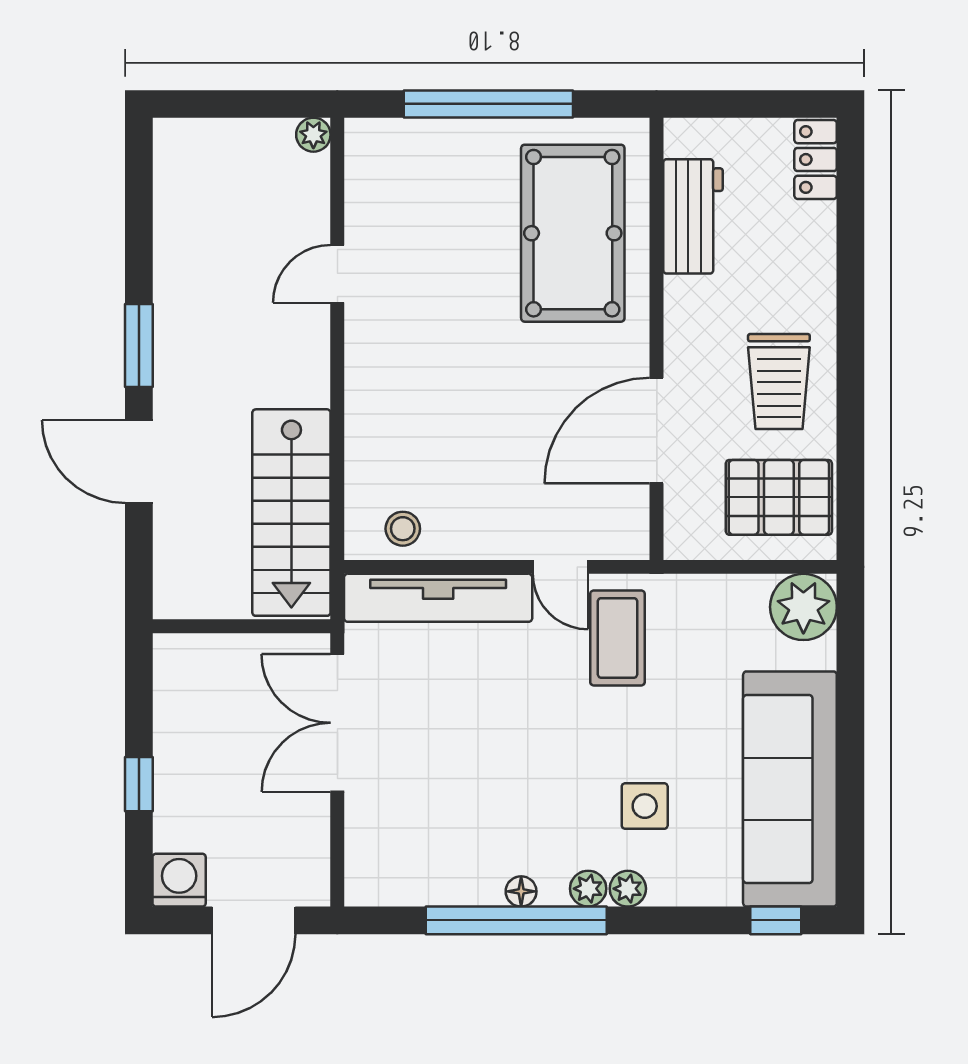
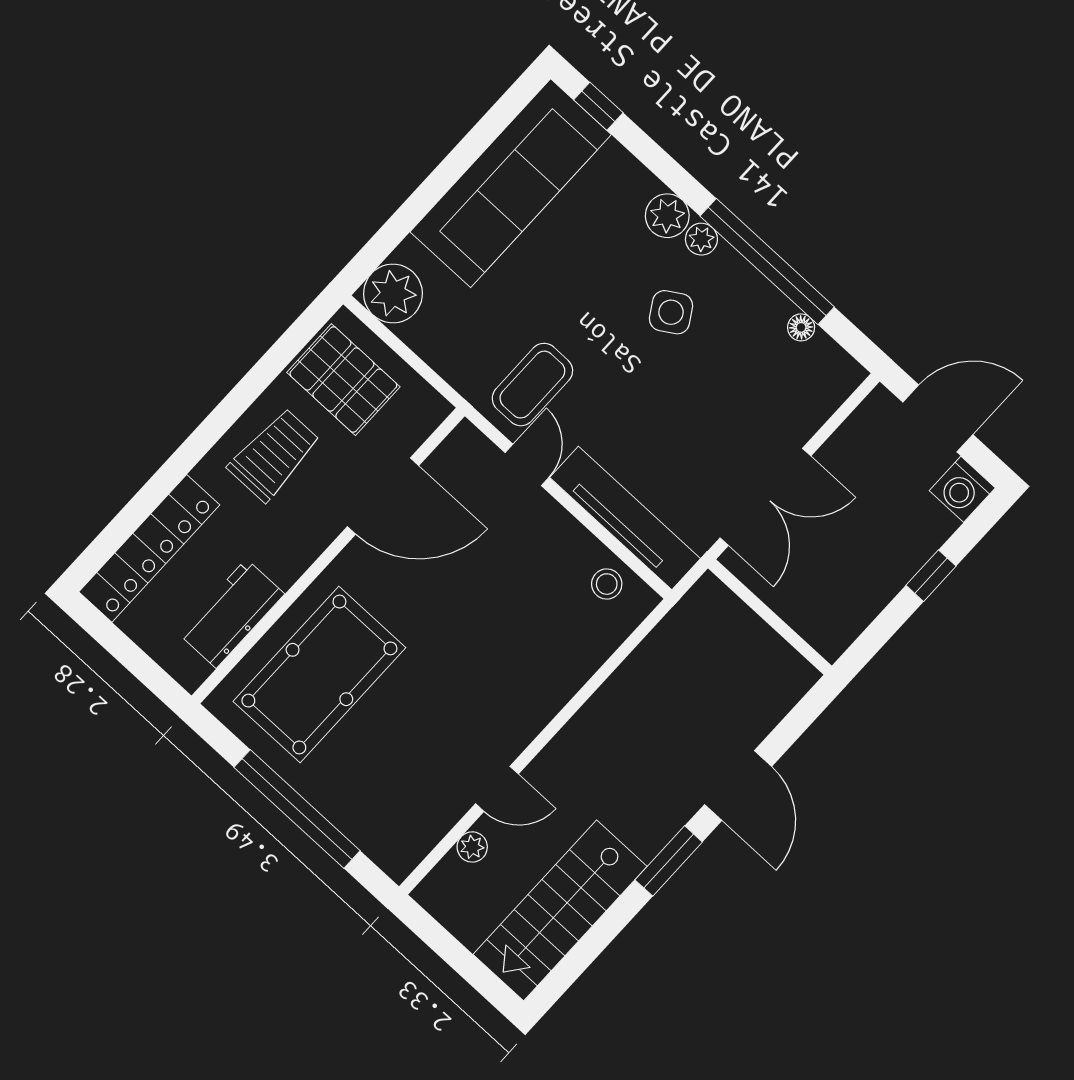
plant: (313, 135) -> (472, 847), moved
locker: (816, 159) -> (149, 548), width x2.16, depth x1.21
stairs: (291, 513) -> (560, 910), moved, turned 180
side table: (645, 806) -> (671, 312), moved, turned -32
plant: (628, 889) -> (667, 216), width x1.38, depth x1.38
floor lamp: (521, 891) -> (801, 327), moved

